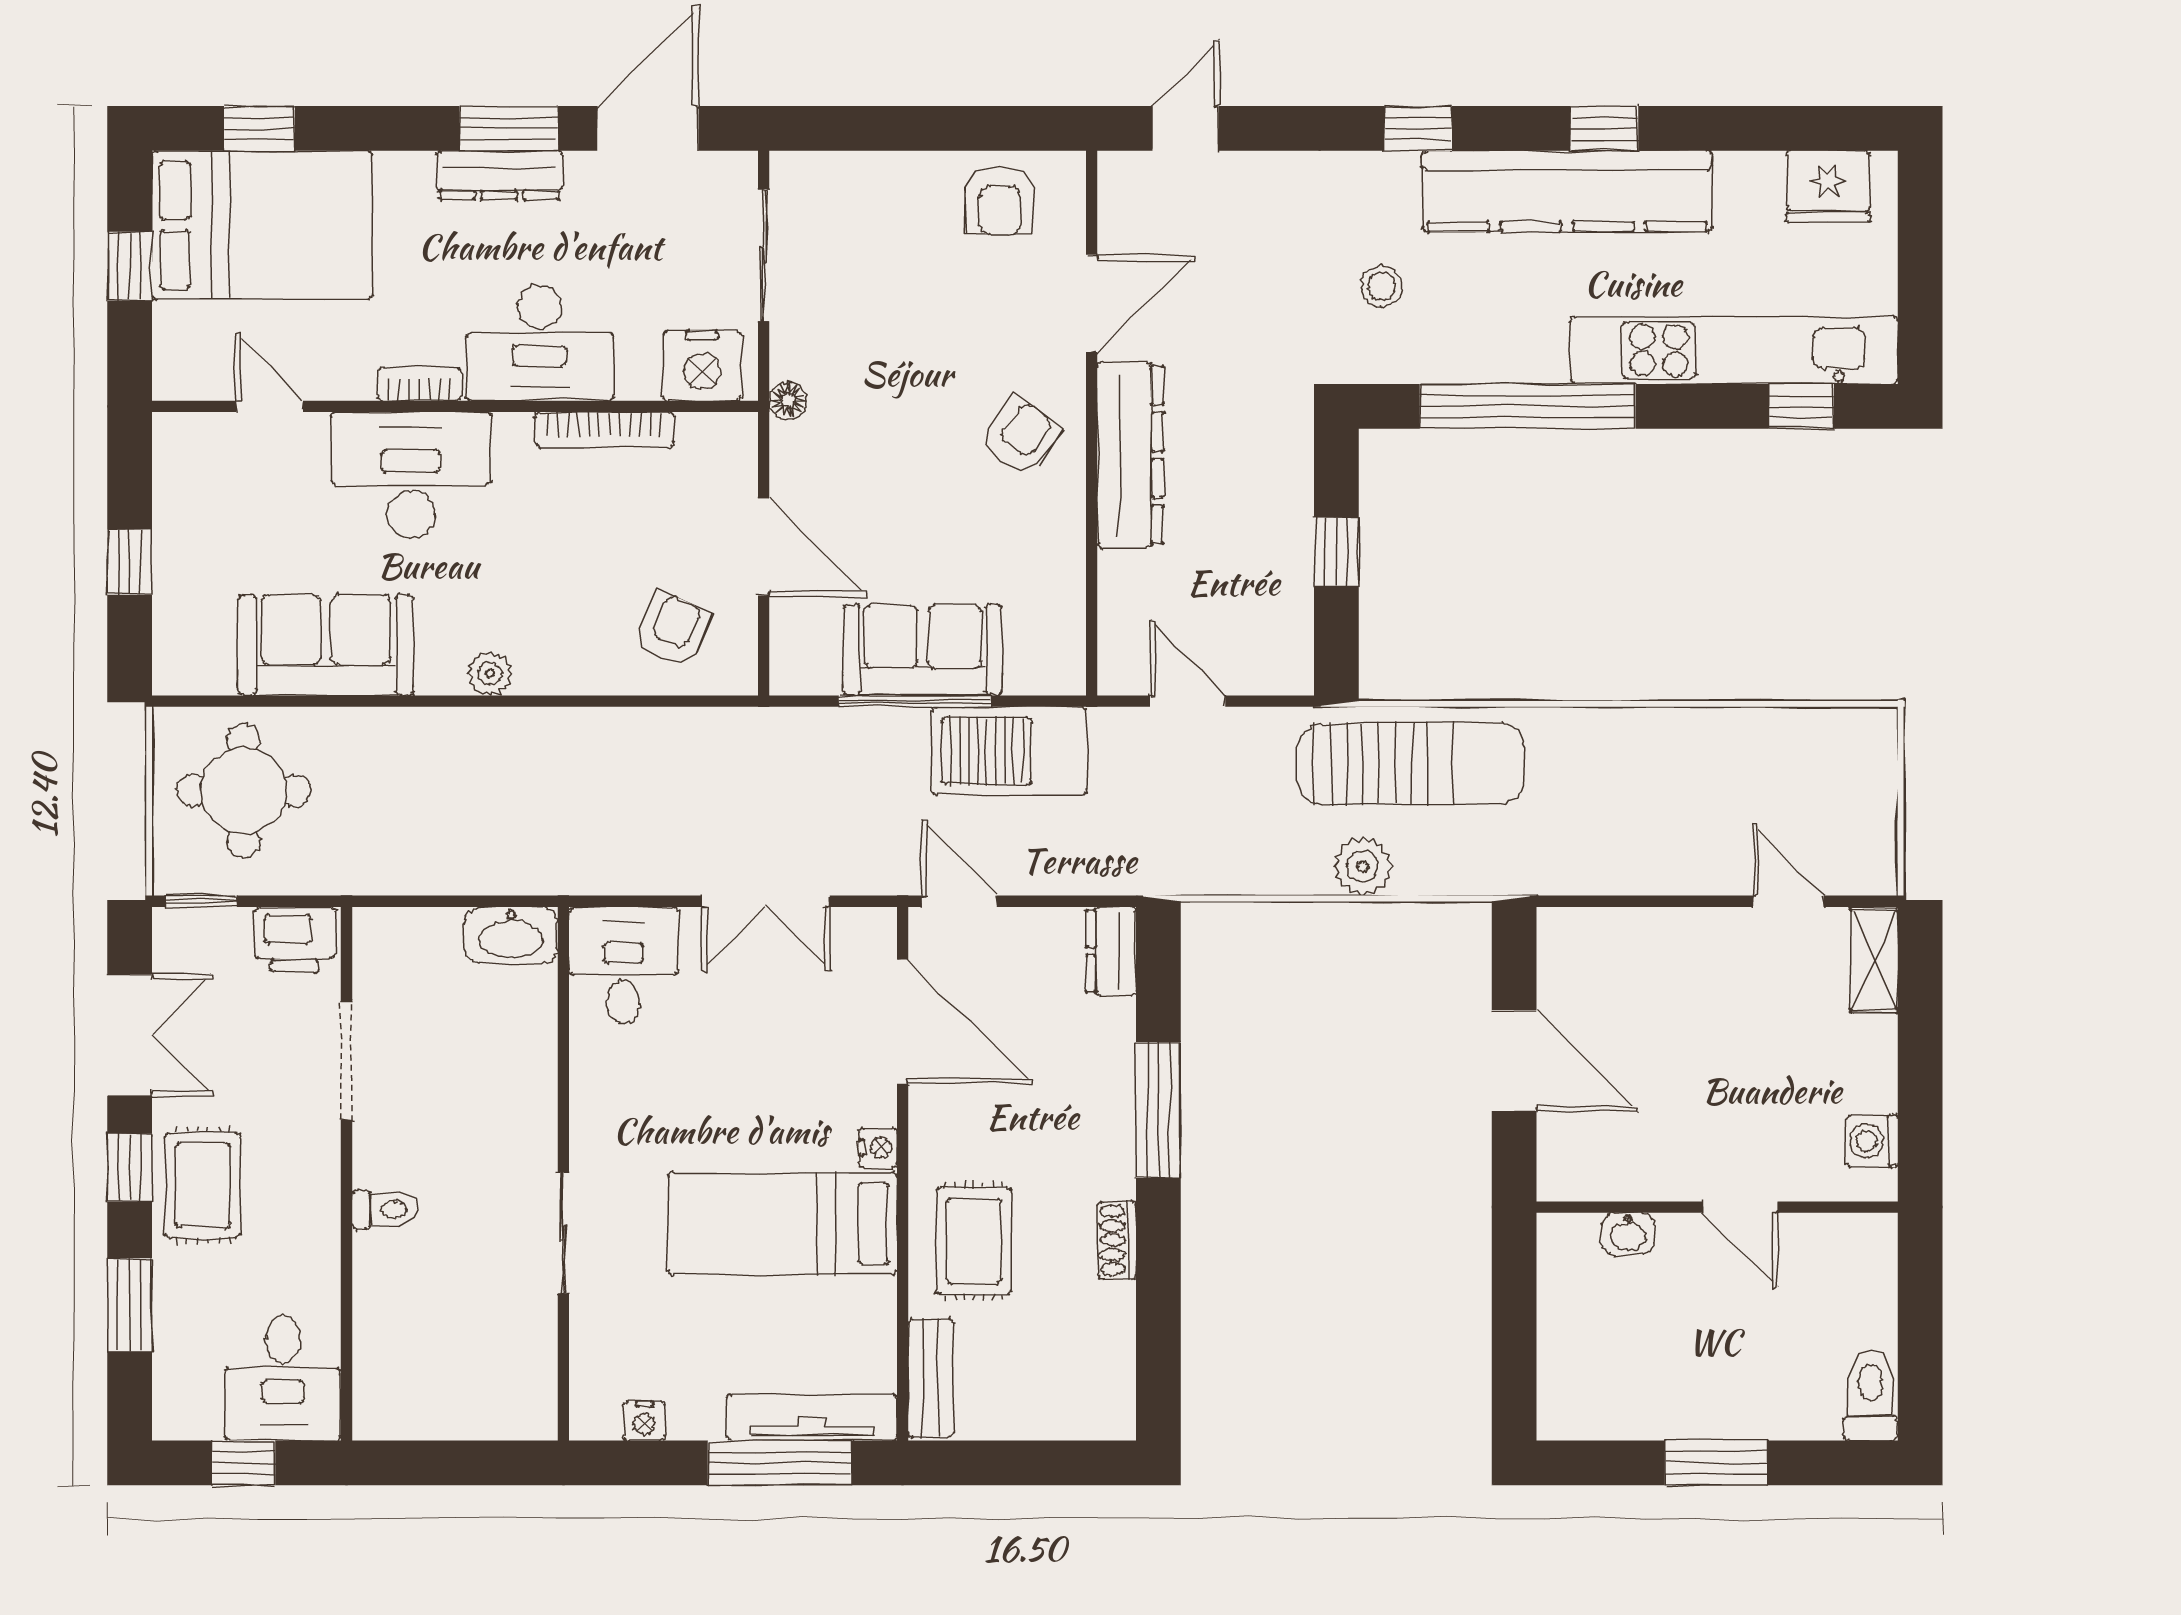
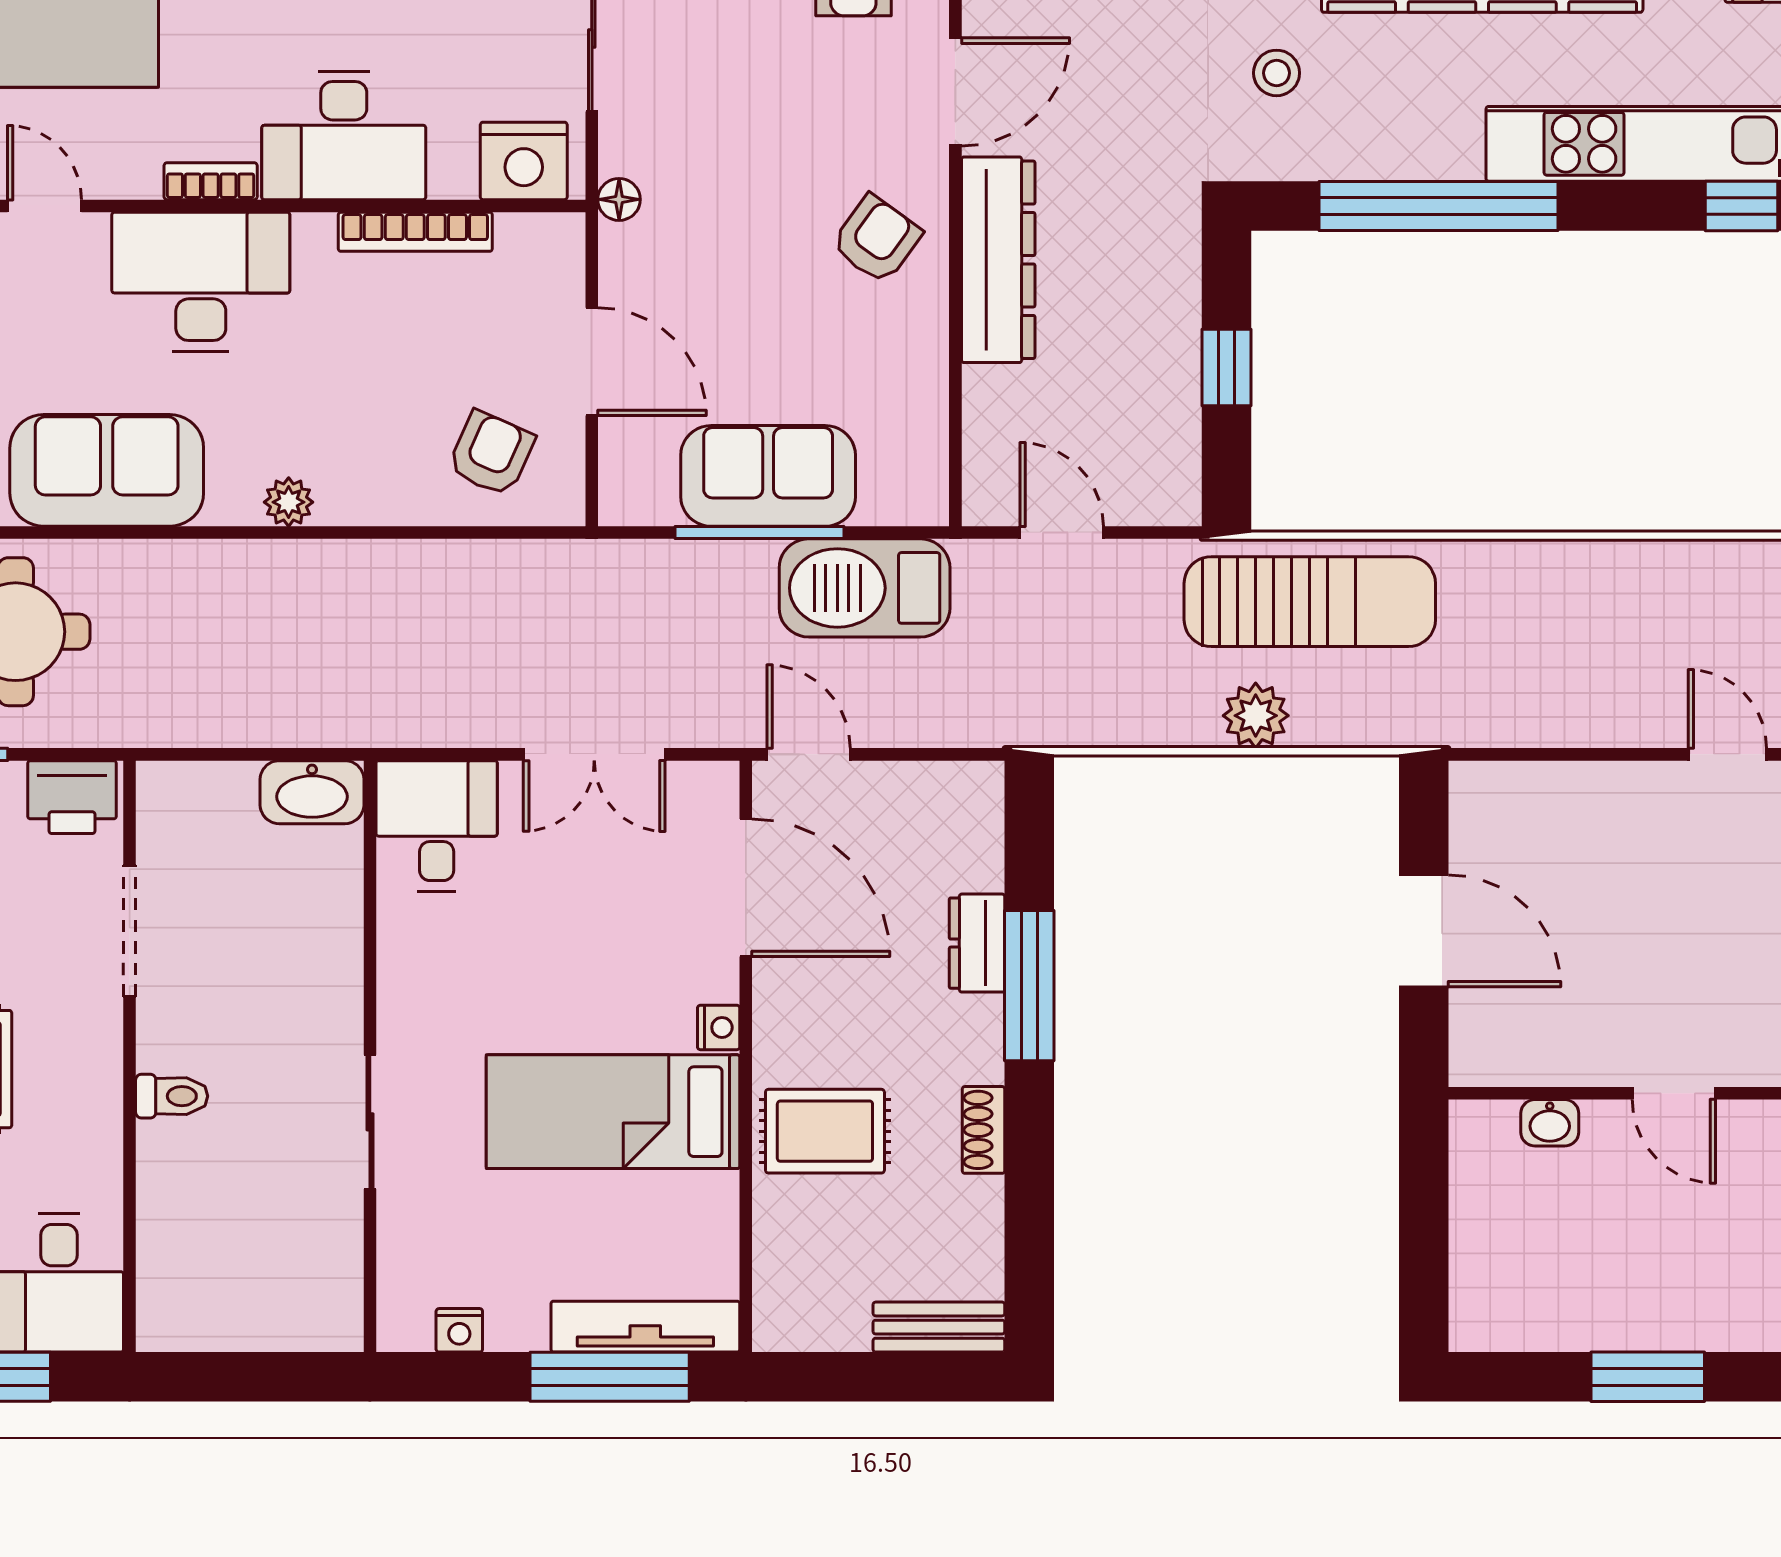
dresser: (1111, 951) -> (977, 943), moved
rug: (974, 1241) -> (825, 1131), turned 90
bench: (931, 1378) -> (939, 1327), moved, turned 90

